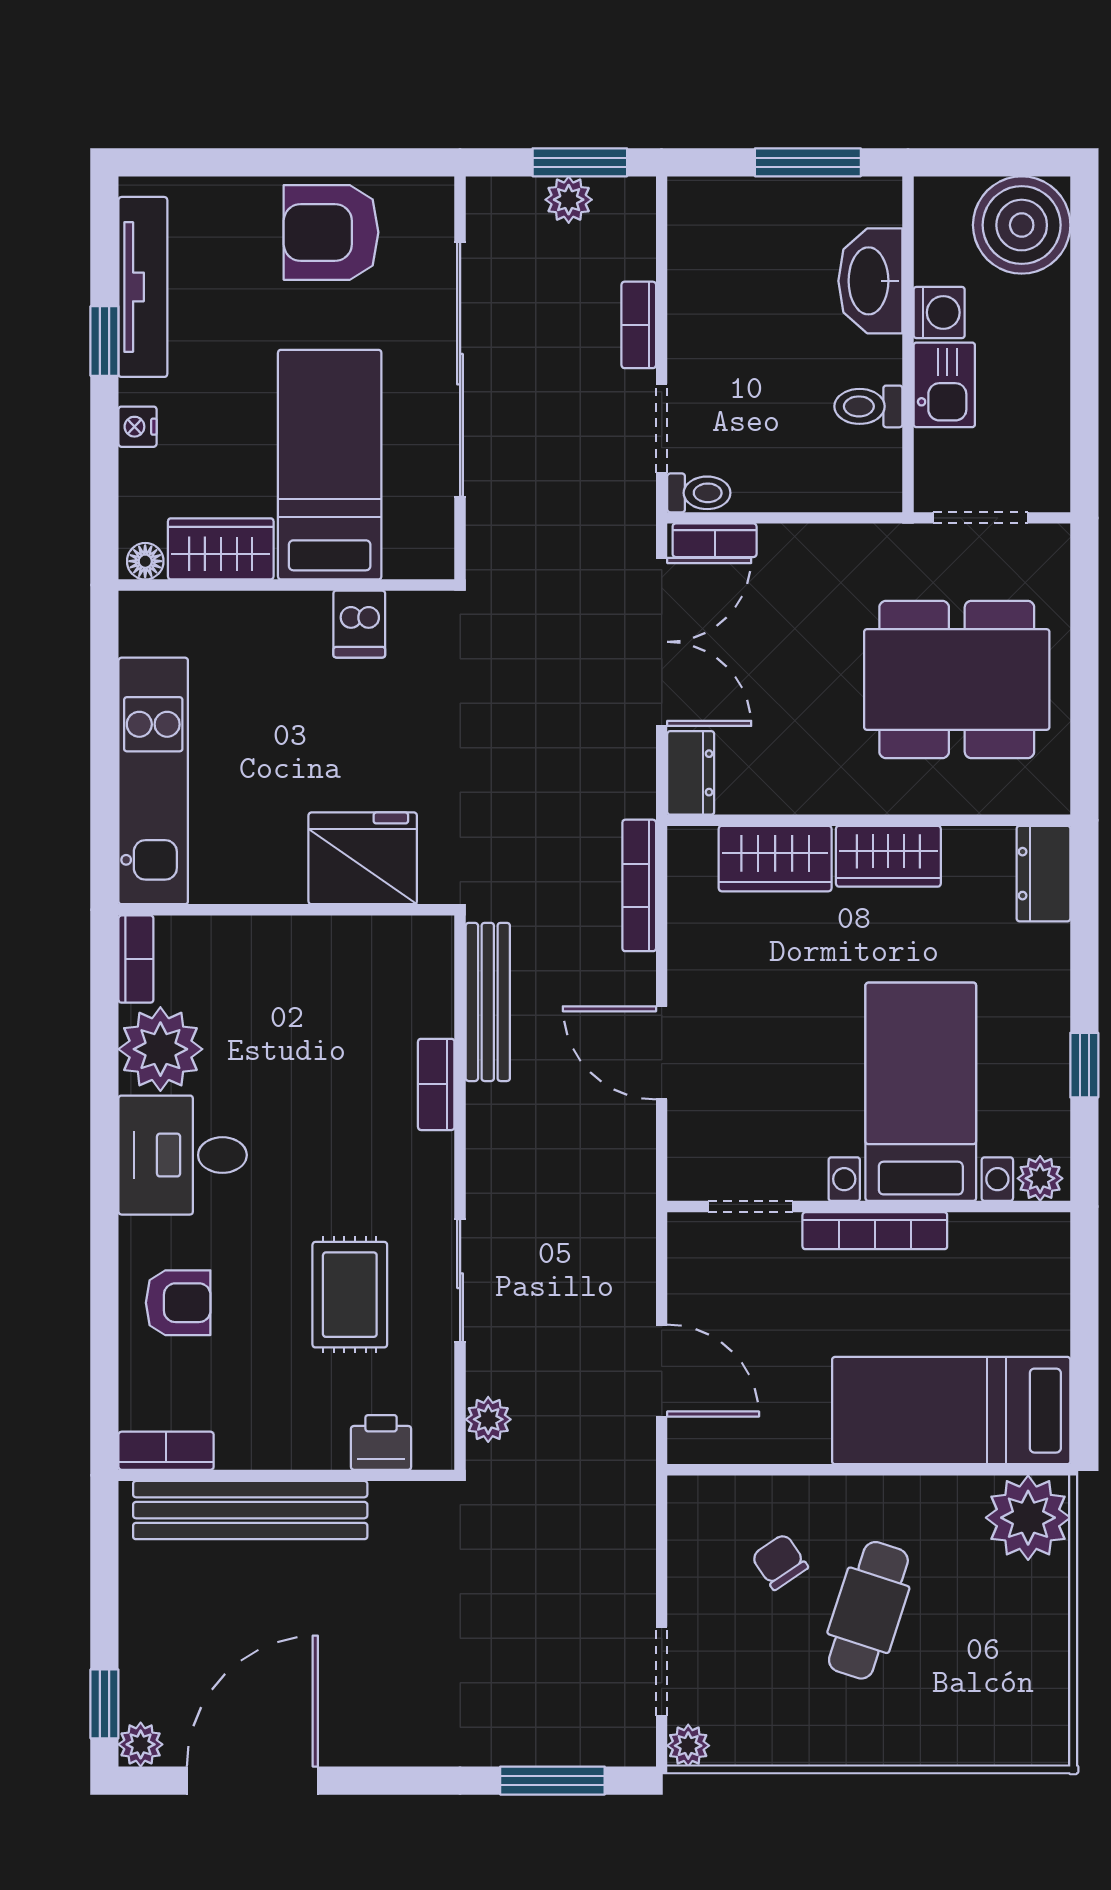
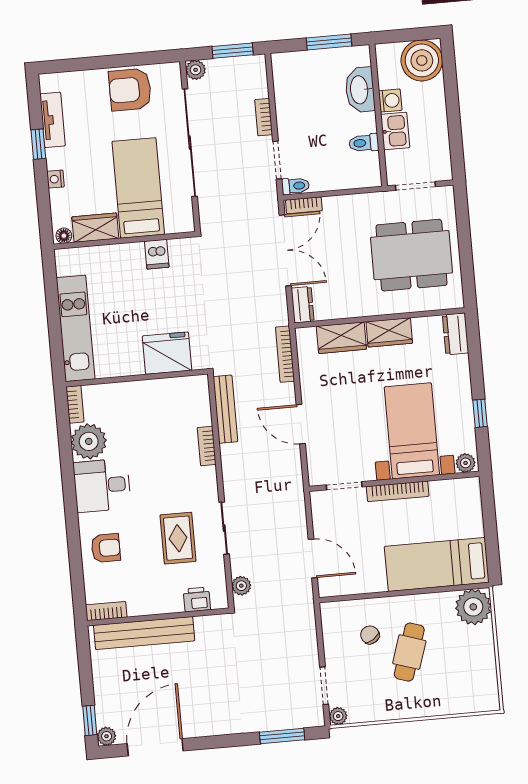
plant: (569, 200) -> (196, 70), moved
tv unit: (143, 287) -> (53, 120), width x0.71

